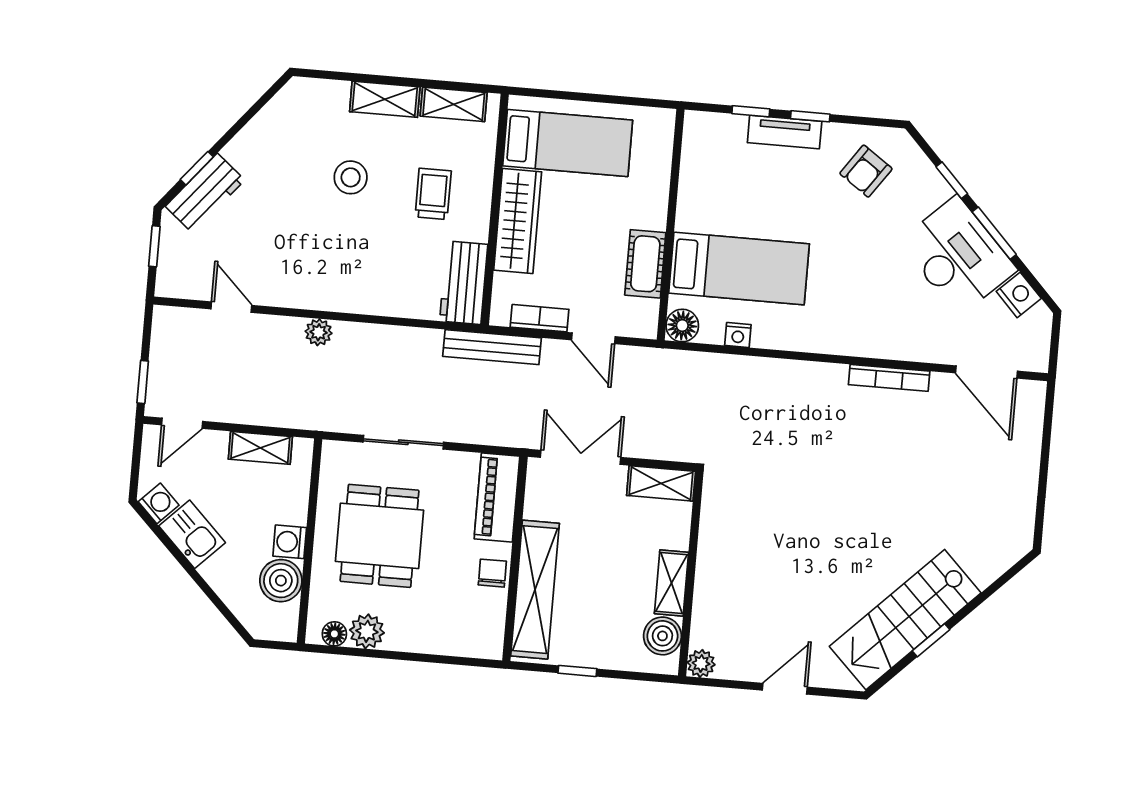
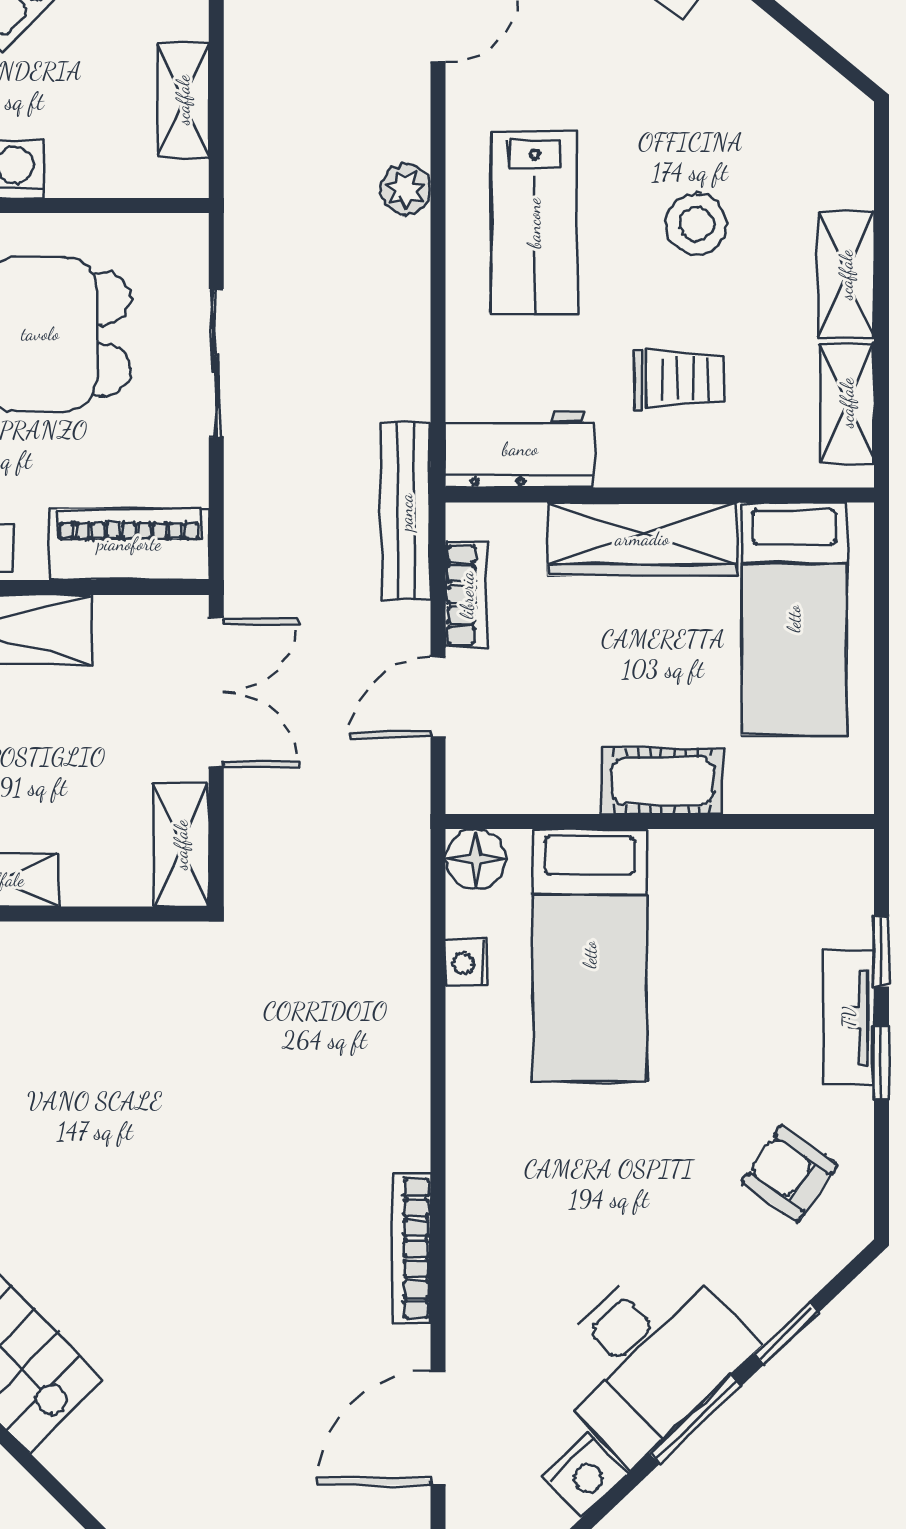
cot: (645, 264) -> (662, 781), moved
lab bench: (342, 265) -> (534, 223), added

